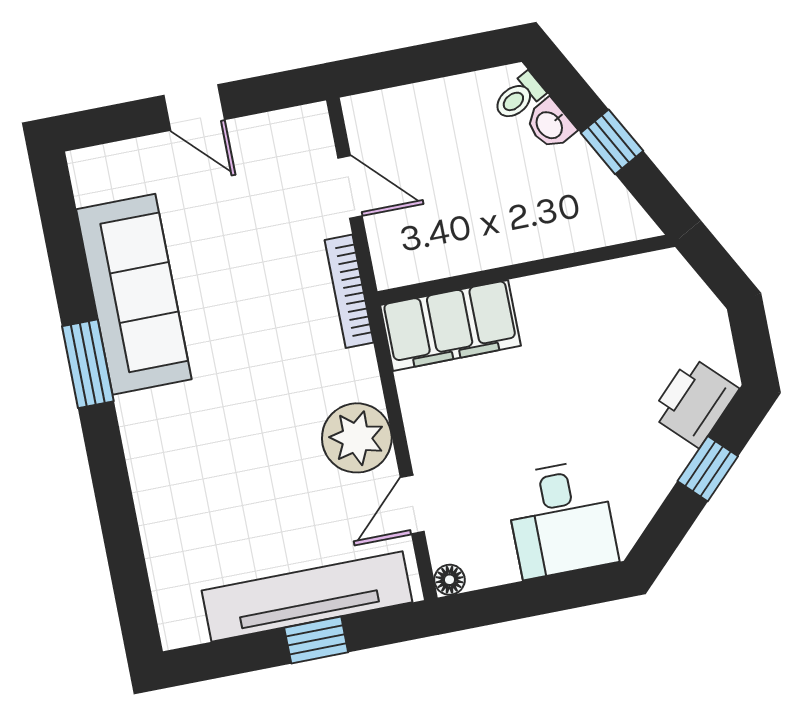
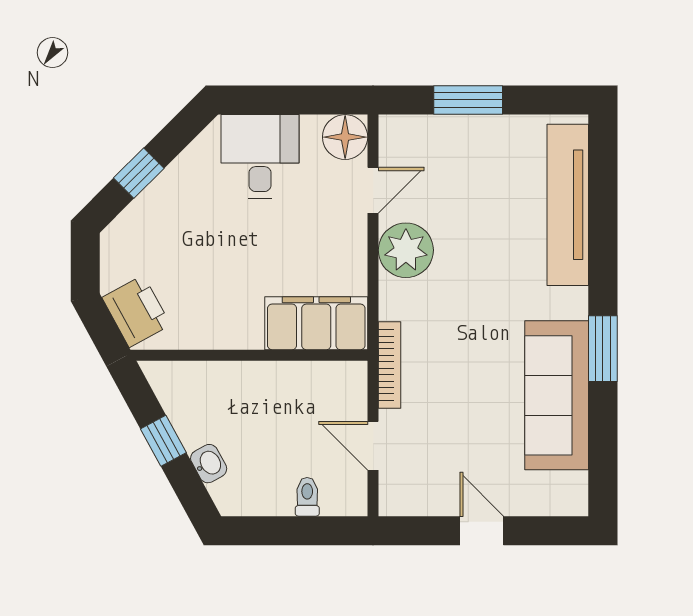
toilet: (519, 97) -> (307, 497), moved, turned -61
printer: (694, 402) -> (136, 311), moved, turned -74
floor lamp: (450, 580) -> (345, 137), width x1.89, depth x1.89
tv unit: (307, 596) -> (568, 205), moved, turned 90
window: (316, 640) -> (468, 100), width x1.50

